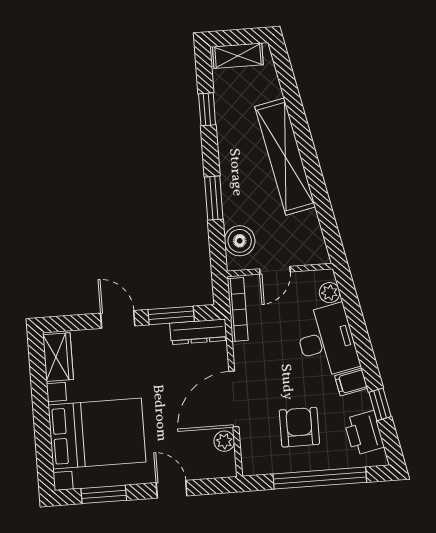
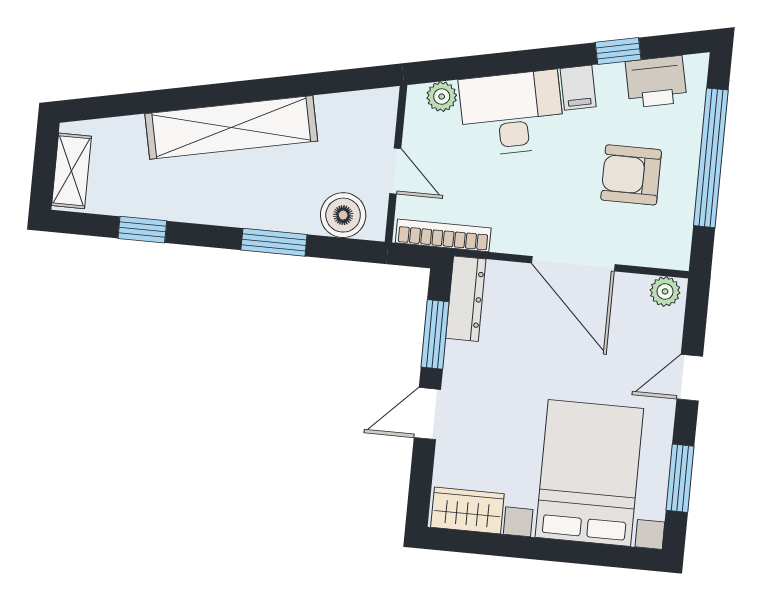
plant: (224, 441) -> (665, 291), moved

